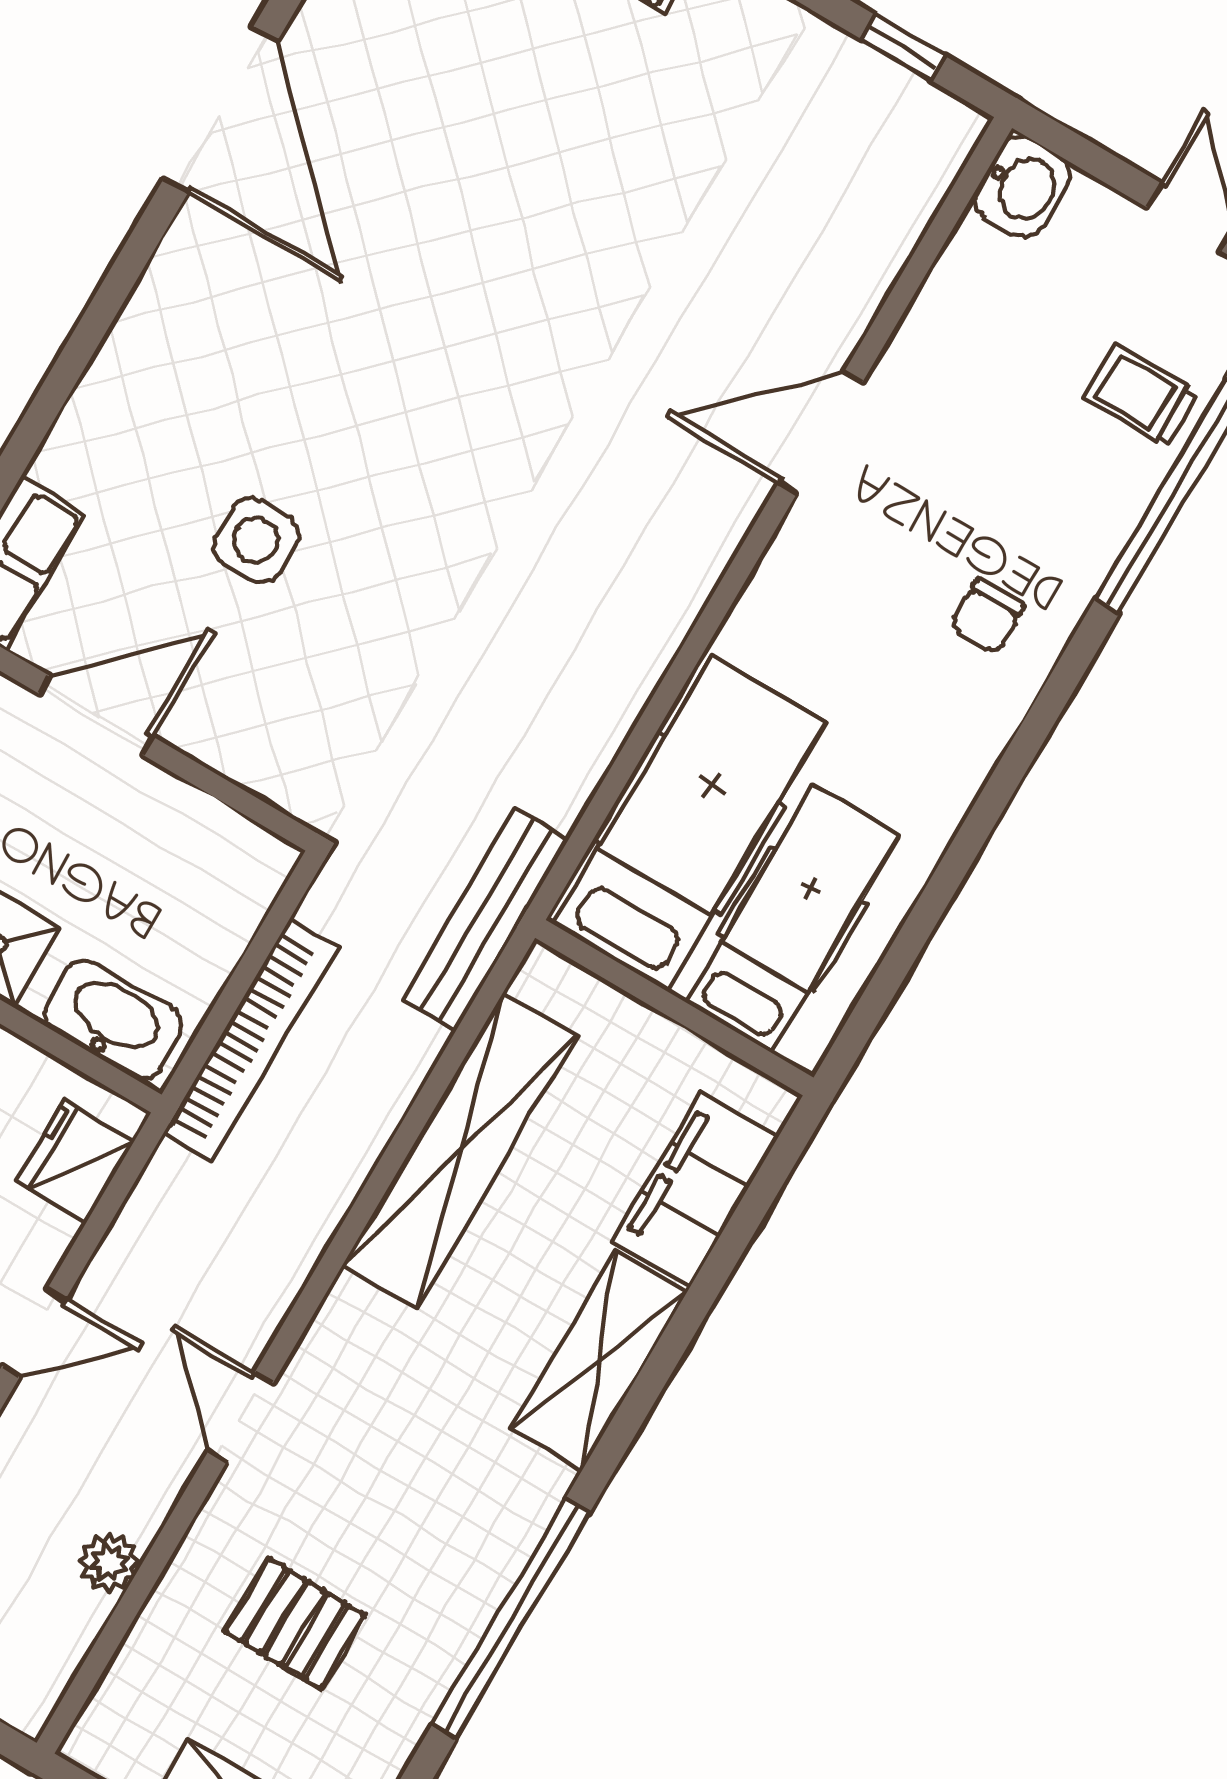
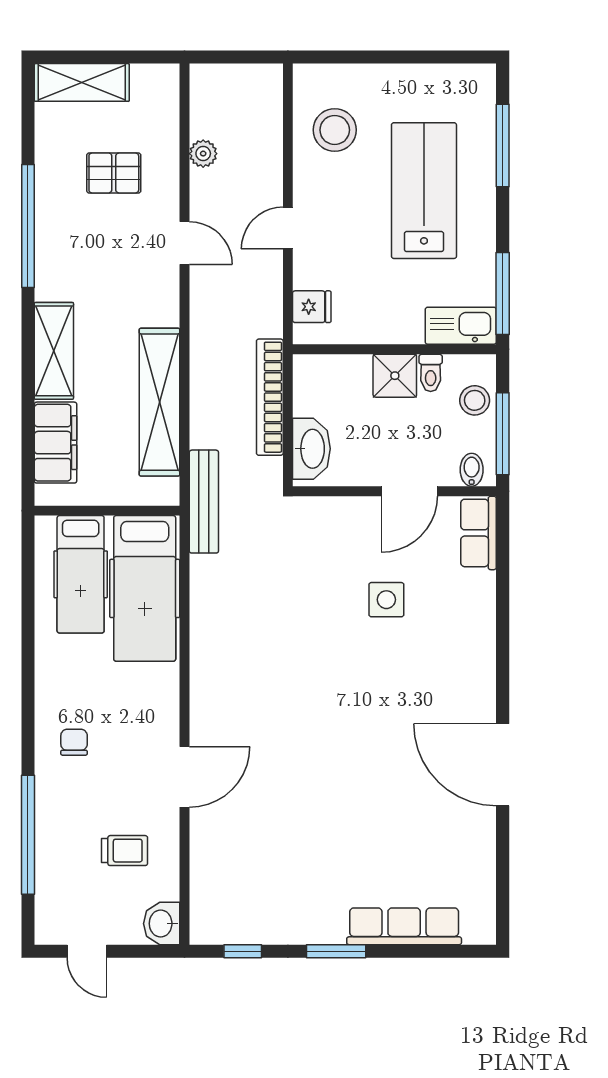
trolley: (1141, 395) -> (124, 851), moved
washbasin: (113, 1020) -> (311, 449), moved, turned -90
fridge: (75, 1161) -> (312, 307), width x0.72

